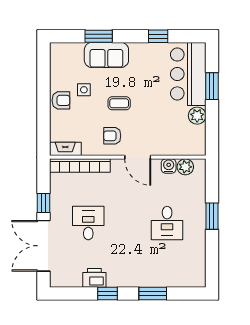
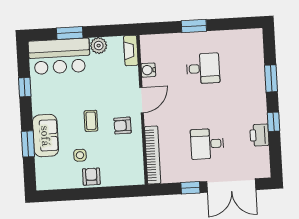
armchair: (112, 136) -> (122, 126), turned 89
fireplace: (65, 149) -> (131, 50), moved
plant: (185, 167) -> (148, 54), removed

